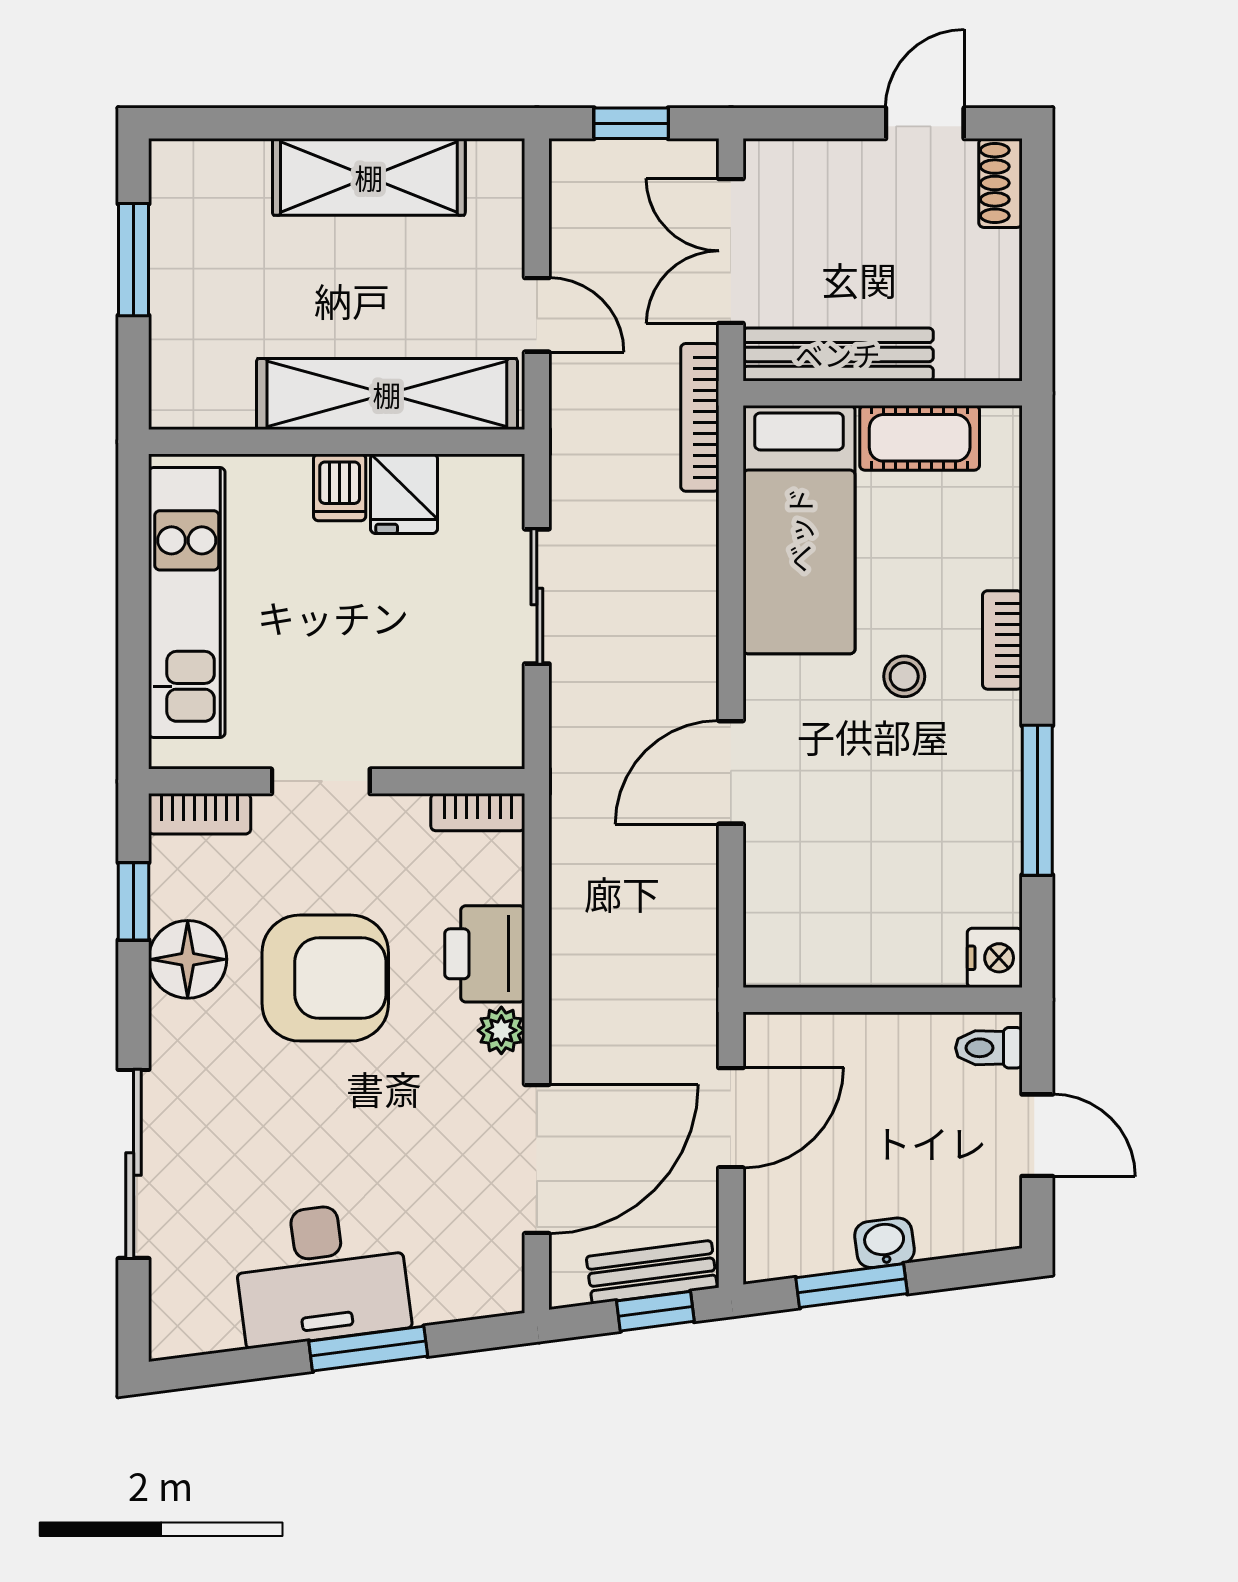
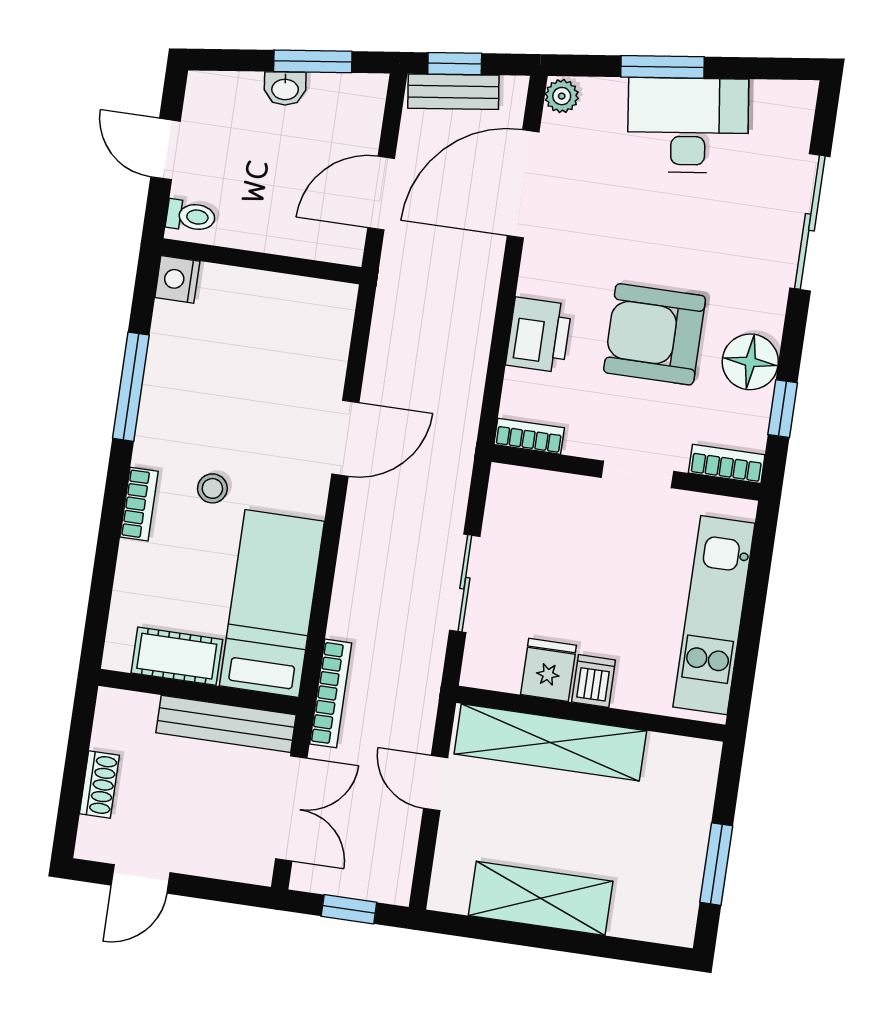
shoe rack: (1000, 183) -> (99, 784), moved
plant: (501, 1030) -> (562, 96), moved

